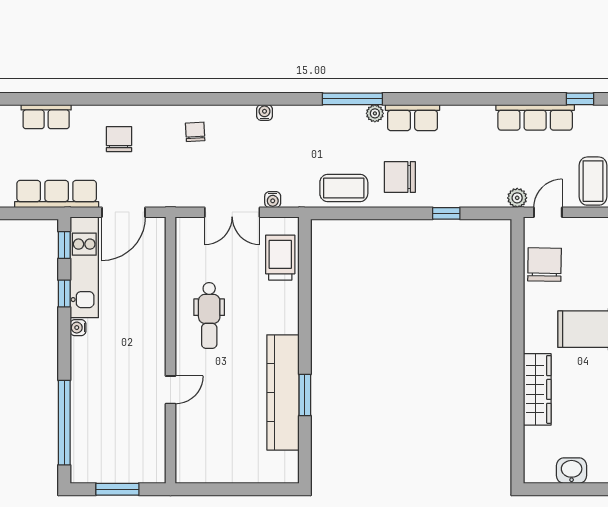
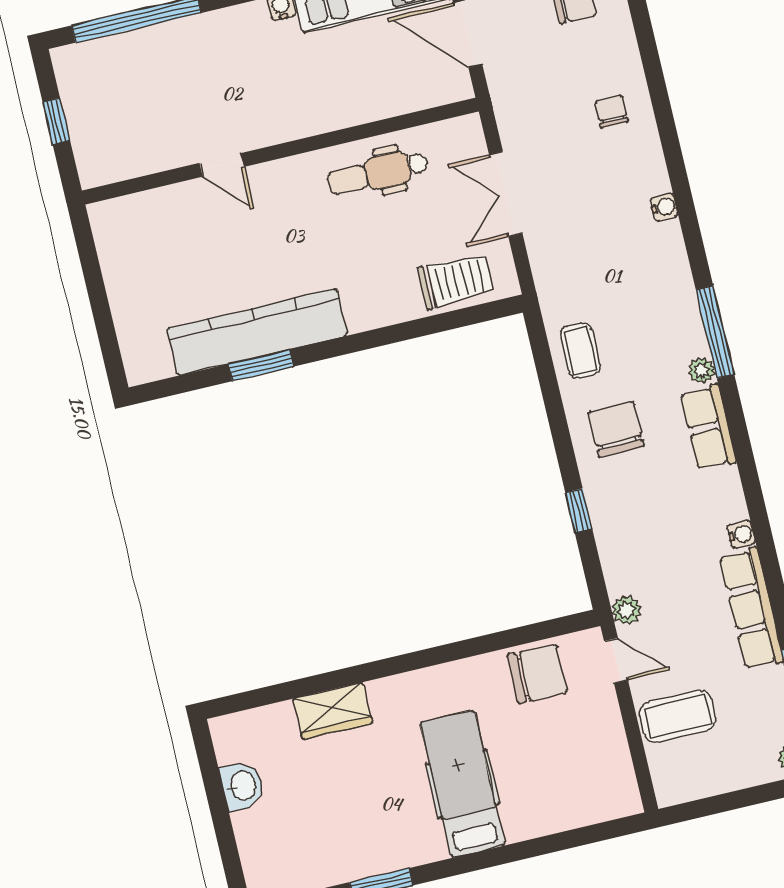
chair: (195, 132) -> (612, 111), turned -87
coffee table: (344, 188) -> (580, 350), width x0.73, depth x0.77
water cooler: (273, 200) -> (741, 534), moved, turned 180
dental chair: (209, 315) -> (378, 173), moved
wardrobe: (537, 389) -> (333, 711), width x0.67
window: (117, 489) -> (56, 121), width x0.67

